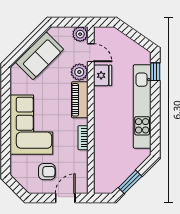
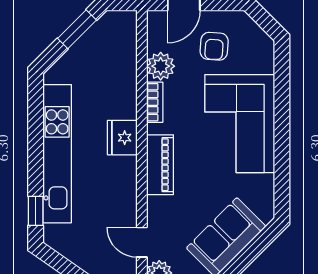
plant: (79, 72) -> (161, 66), moved
fridge: (103, 75) -> (122, 138), moved
armchair: (47, 172) -> (214, 46), turned -86

